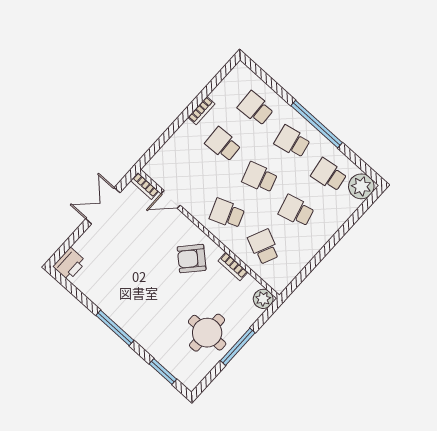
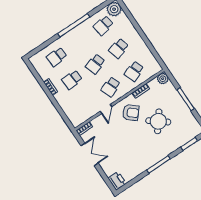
school desk: (292, 142) -> (80, 41), removed
door: (171, 199) -> (106, 109), moved
double door: (103, 206) -> (89, 154), swing flipped
school desk: (264, 247) -> (134, 71), turned -45
armchair: (192, 259) -> (131, 113), turned -91
round table: (207, 333) -> (158, 121), moved, turned 38

